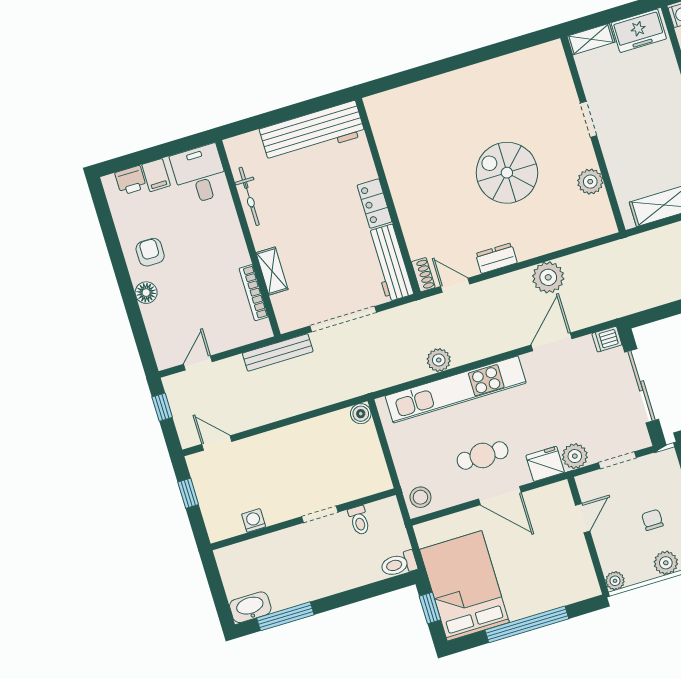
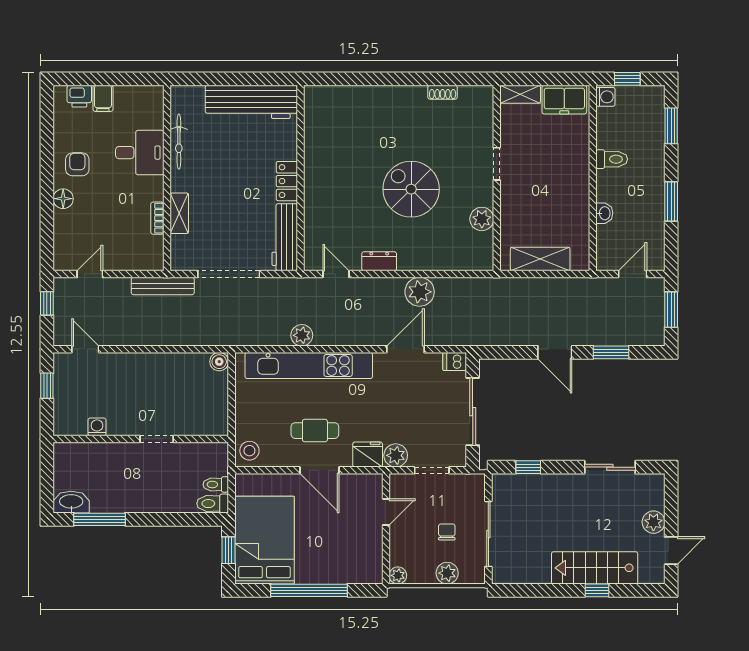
desk: (200, 174) -> (140, 153), moved, turned 90
shoe rack: (423, 275) -> (443, 92), moved, turned 90
bookcase: (254, 293) -> (157, 218), width x0.64
toilet: (359, 520) -> (216, 484), moved, turned 90

